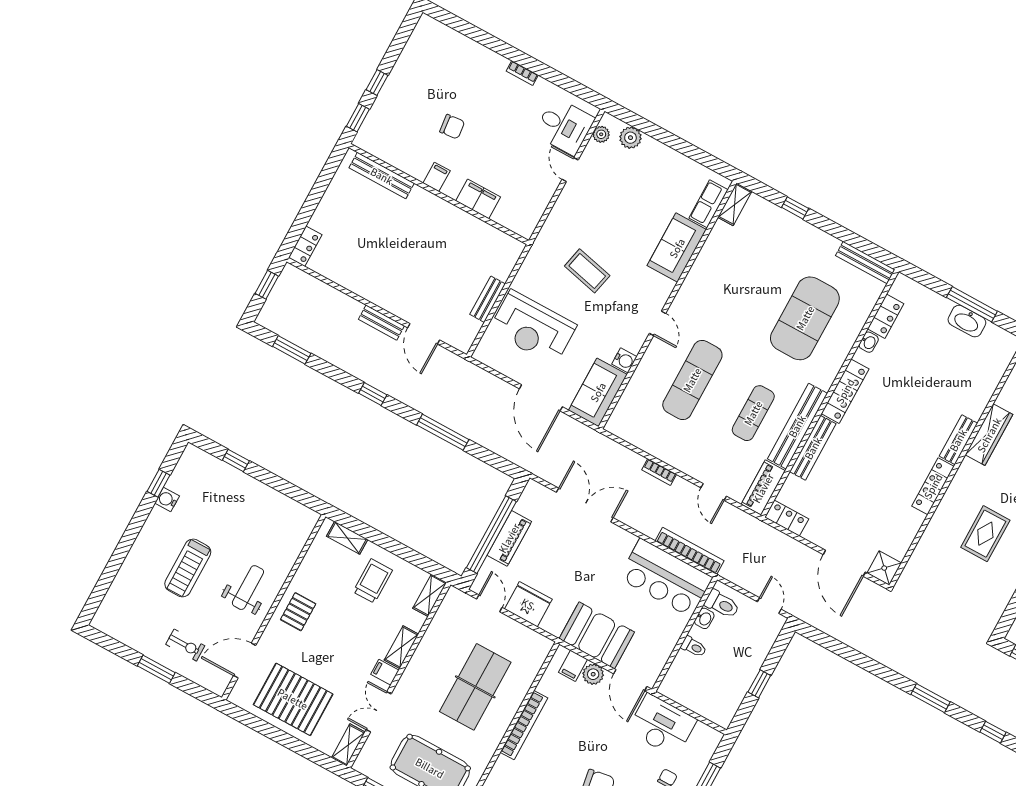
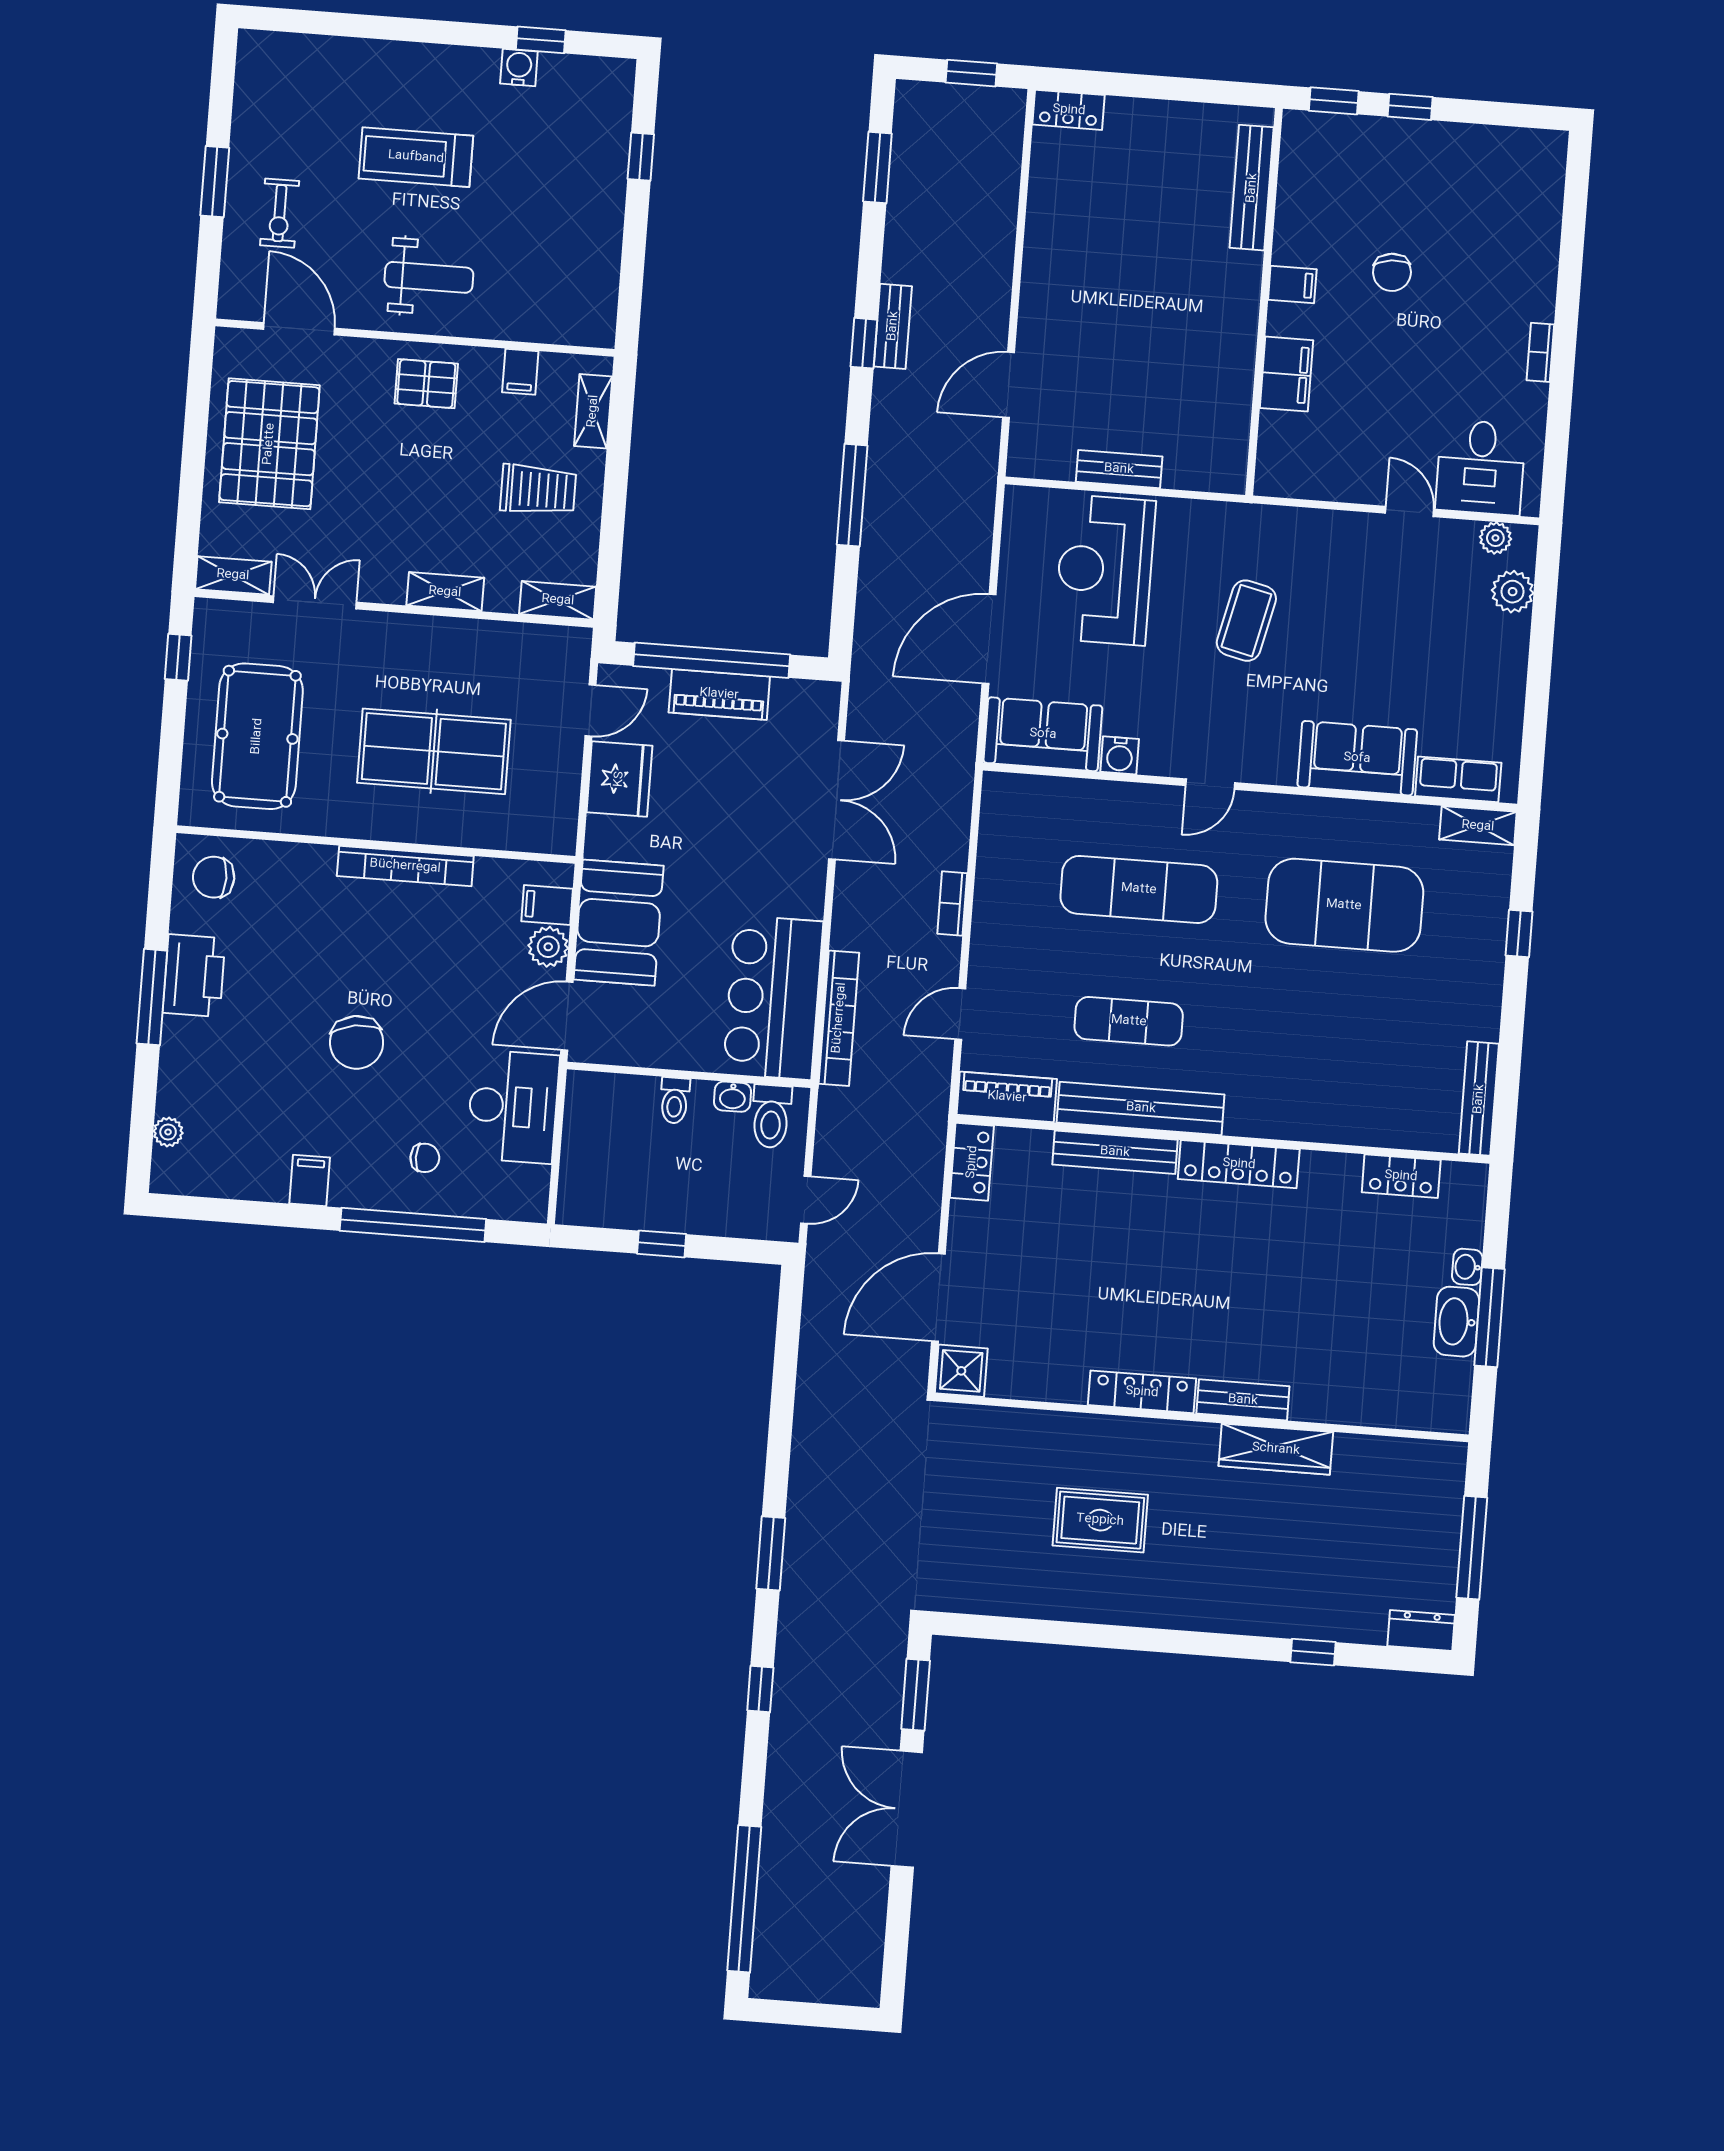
door: (570, 170) -> (1410, 512), hinge flipped
exercise mat: (805, 318) -> (1344, 905), moved
bench: (381, 323) -> (893, 326), moved
washbasin: (869, 342) -> (1467, 1267), moved, turned 90
filing cabinet: (385, 672) -> (520, 372), moved, turned 180

